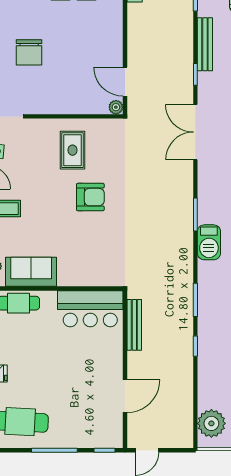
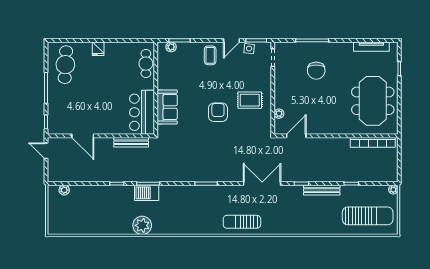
chair: (29, 52) -> (316, 71), turned -90
plant: (116, 107) -> (279, 114), moved
armchair: (90, 197) -> (218, 112), turned 180
barbecue: (209, 242) -> (147, 193), moved
sofa: (31, 272) -> (167, 107), moved
plant: (211, 423) -> (64, 190), width x0.53, depth x0.53

